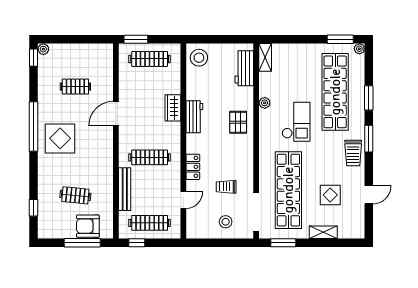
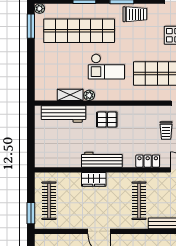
shelving: (265, 57) -> (70, 95), moved
stool: (199, 58) -> (48, 155), removed
workbench: (244, 68) -> (63, 114), width x1.37
workbench: (194, 117) -> (102, 160), width x1.38
checkout: (296, 122) -> (106, 67), turned 180

